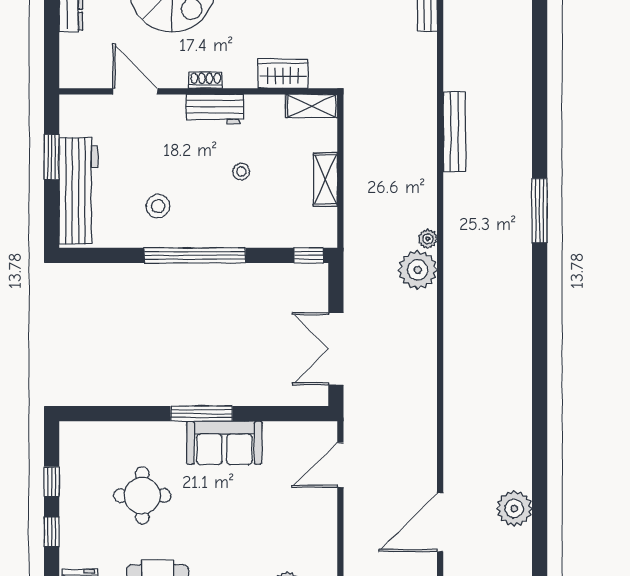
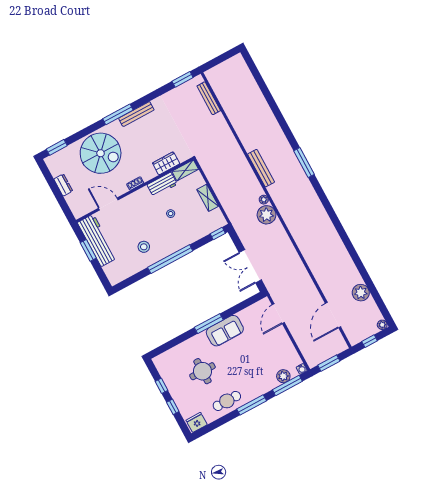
workbench: (215, 109) -> (162, 184), moved
bench: (454, 132) -> (261, 168), moved
workbench: (78, 191) -> (97, 240), moved

